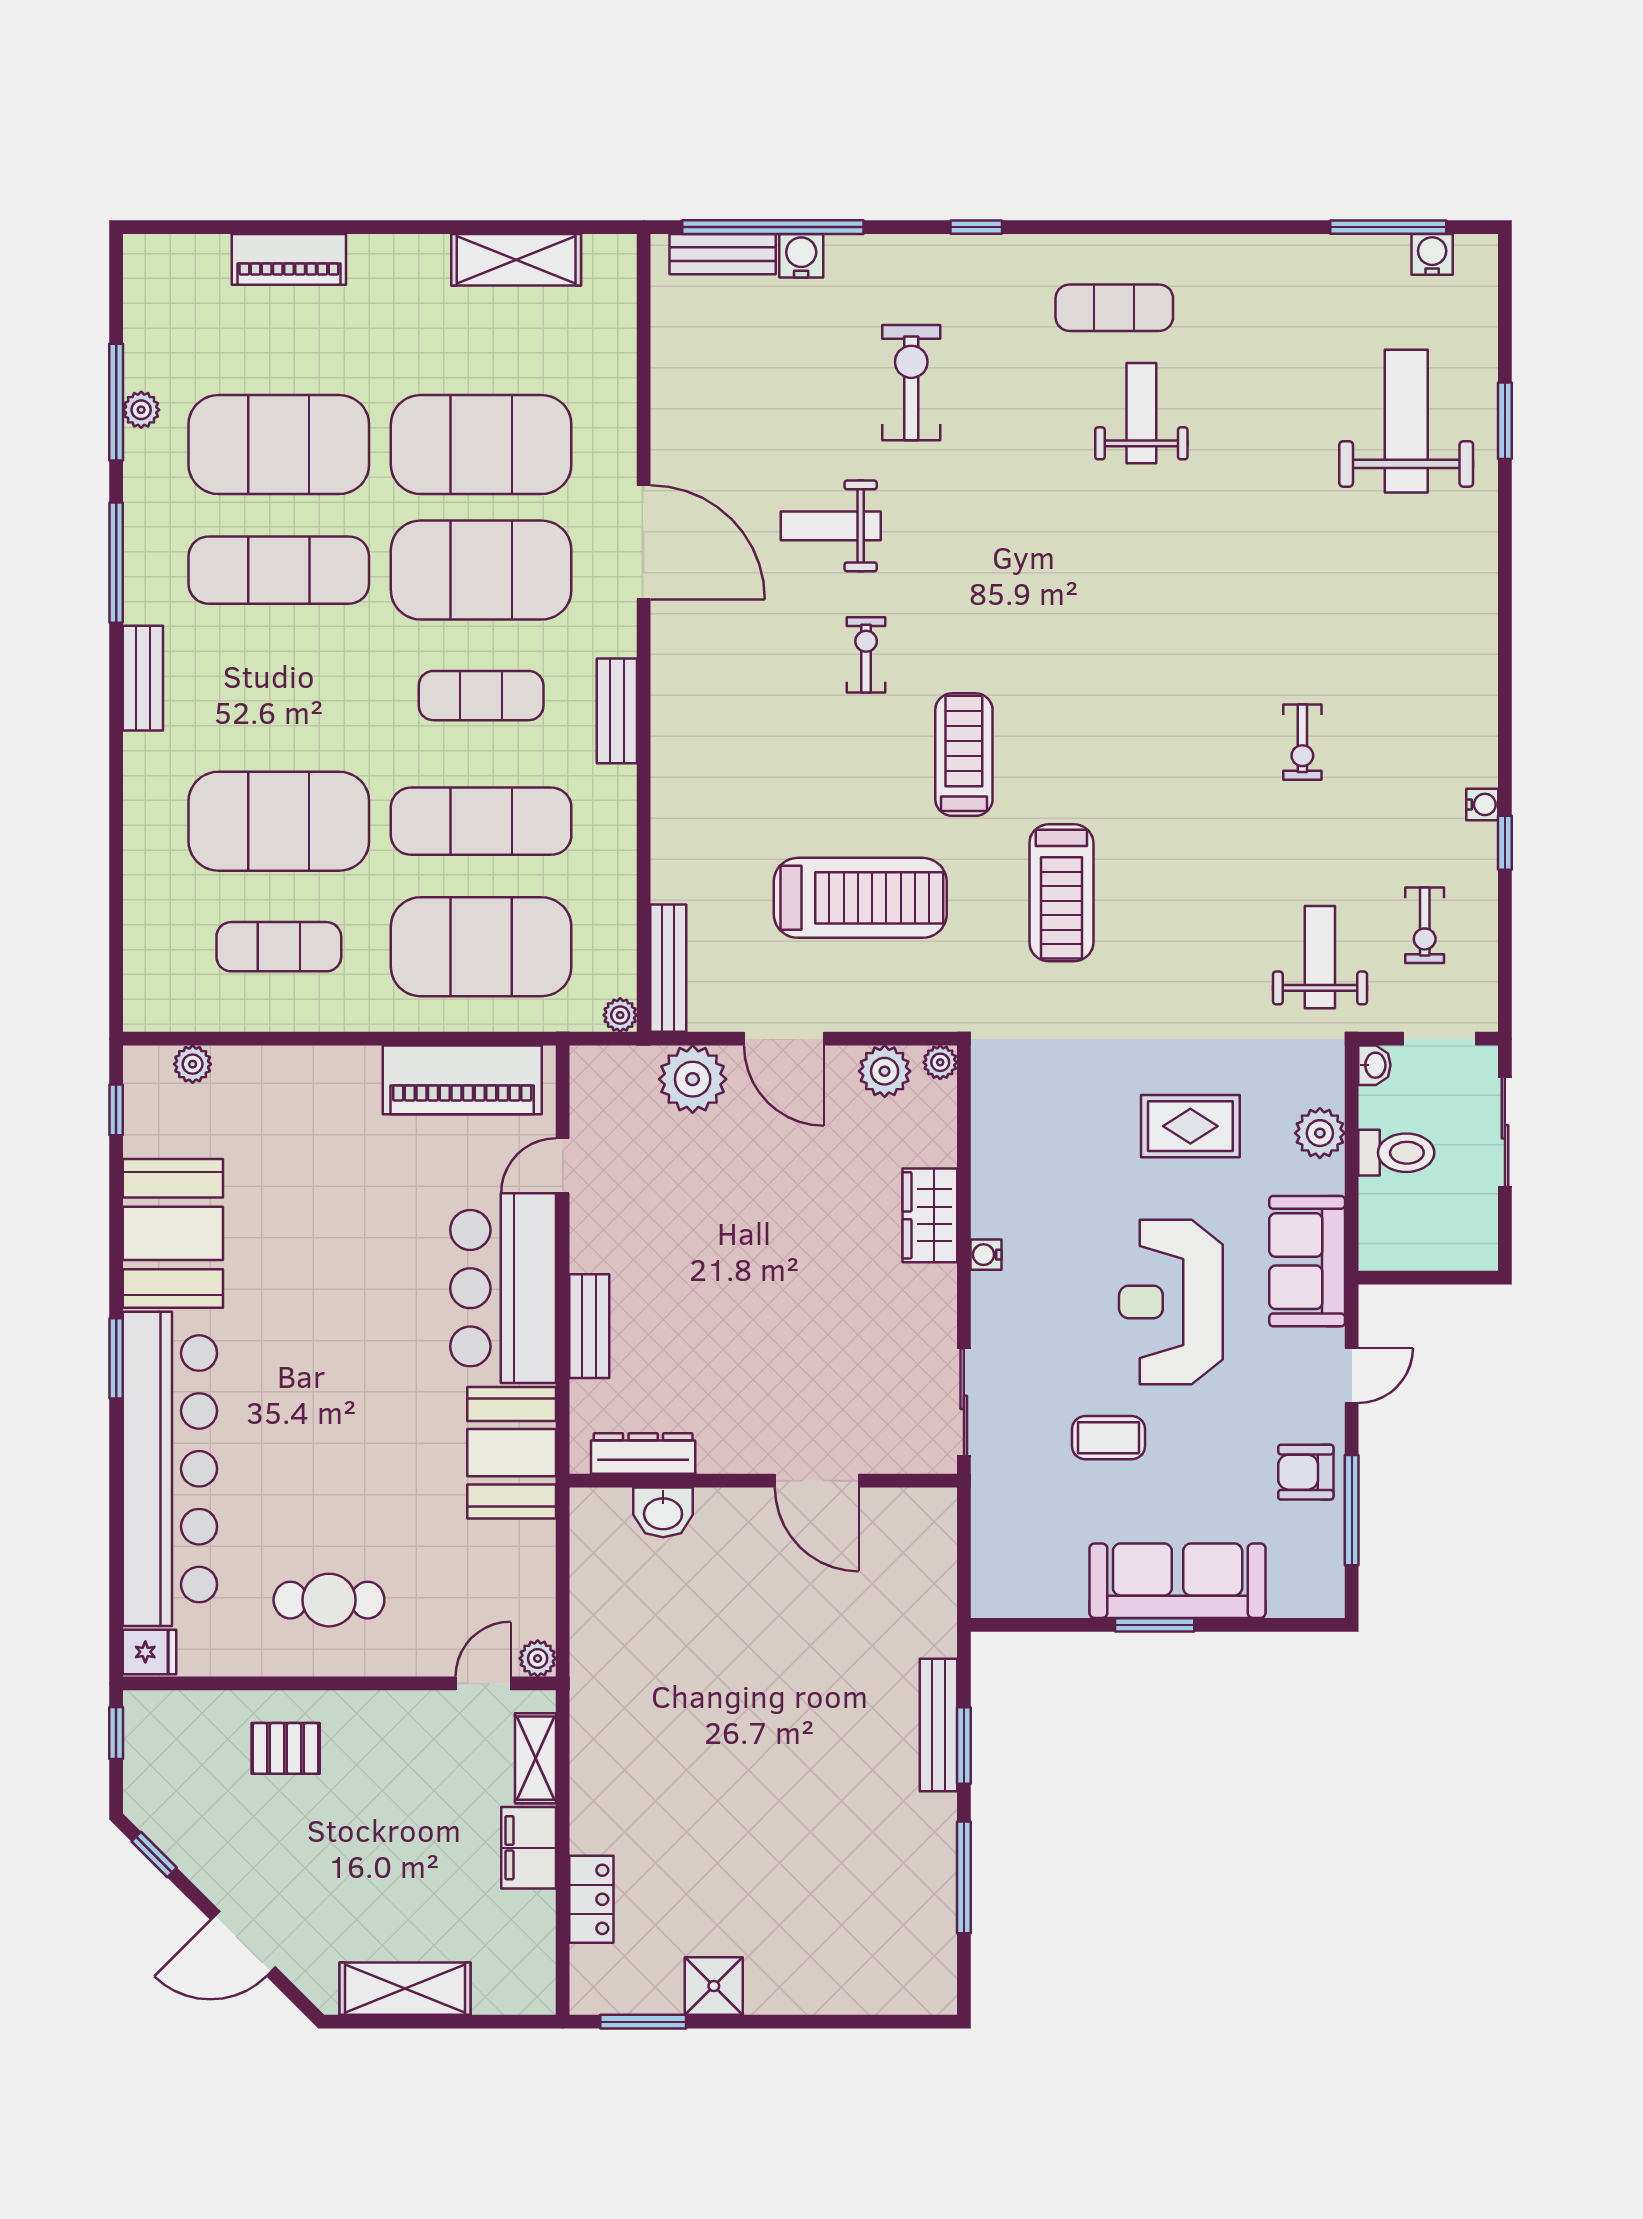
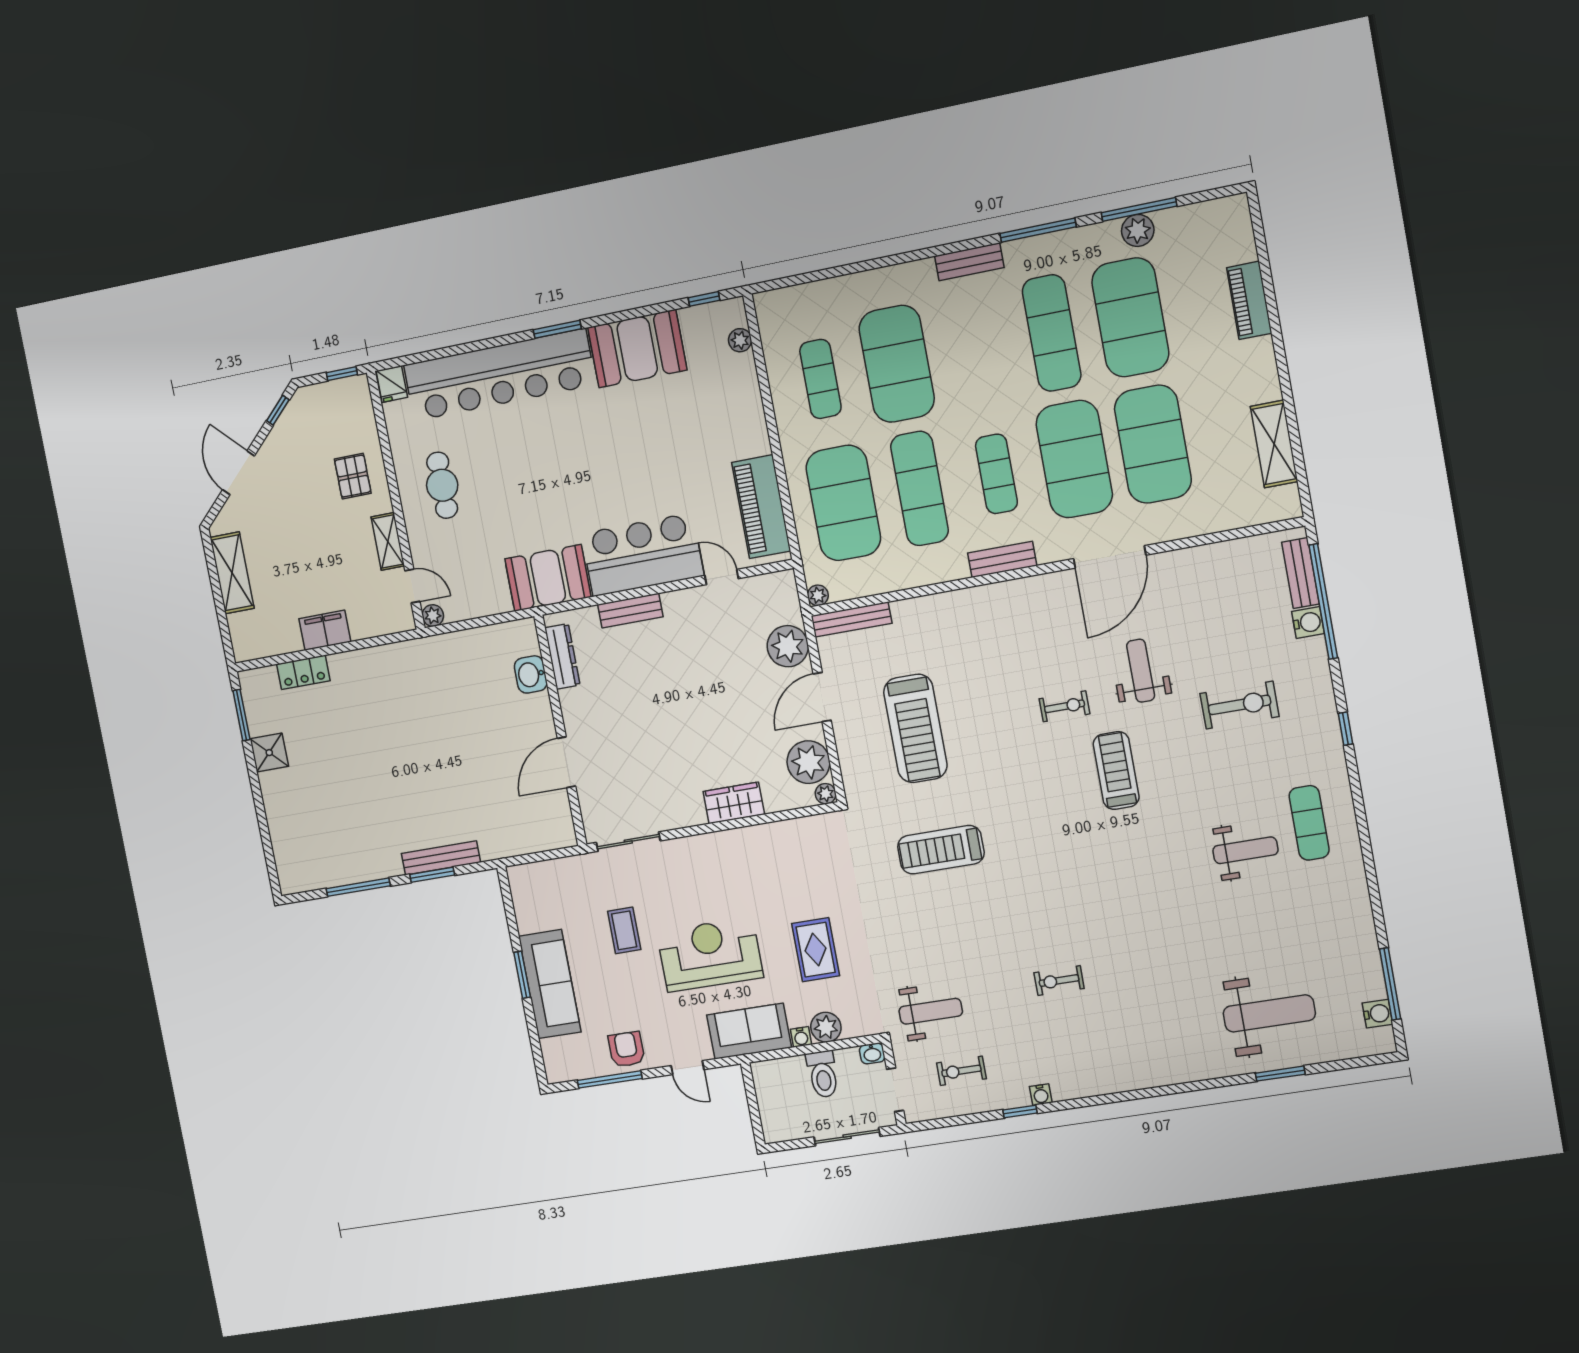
plant: (141, 410) -> (1138, 230), width x1.38, depth x1.38
treadmill: (964, 755) -> (1116, 770), moved, turned -90
plant: (885, 1071) -> (808, 762), width x1.36, depth x1.36
water cooler: (986, 1255) -> (801, 1037), moved, turned 180
shelving: (535, 1758) -> (388, 541), moved, turned 90

